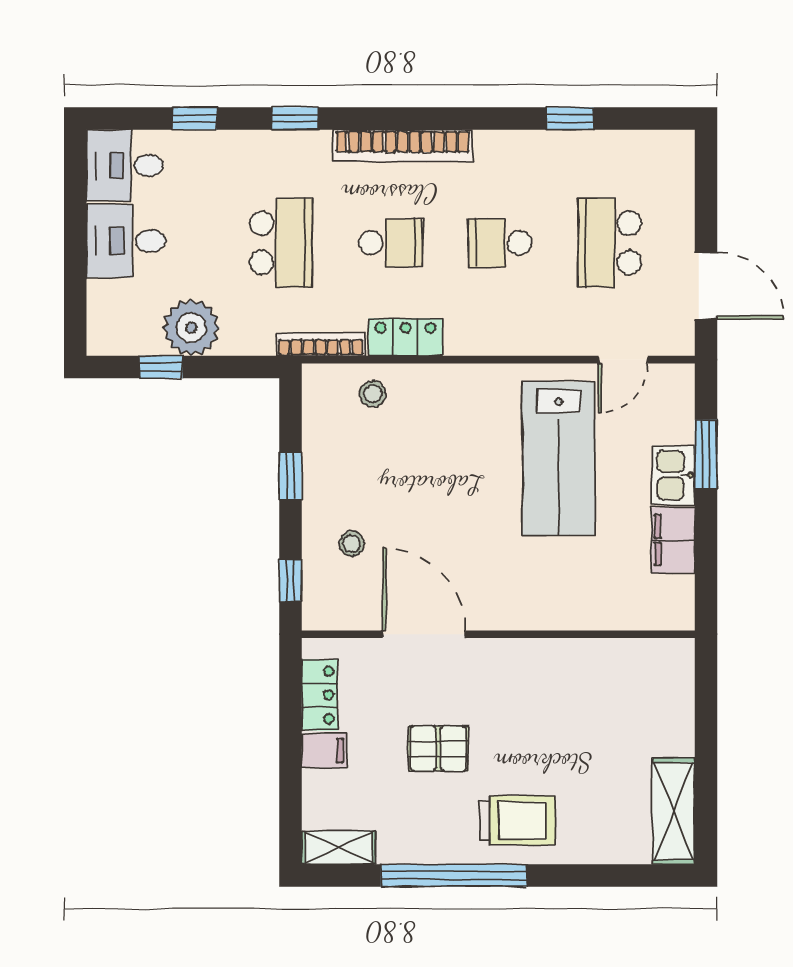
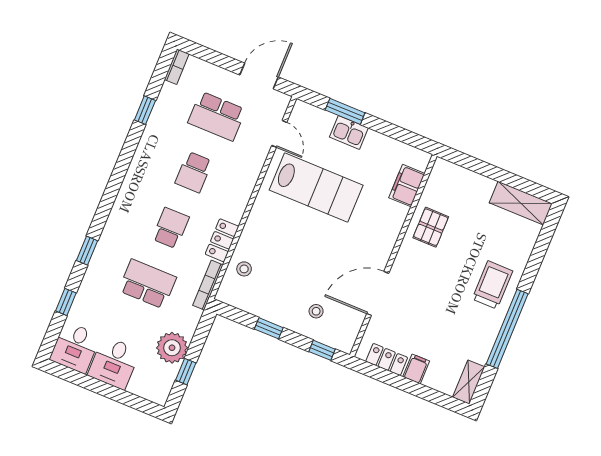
bookcase: (402, 146) -> (177, 67), moved, width x0.43, depth x0.76
filing cabinet: (673, 540) -> (407, 186), moved, turned 90
pallet: (438, 748) -> (431, 227), moved

